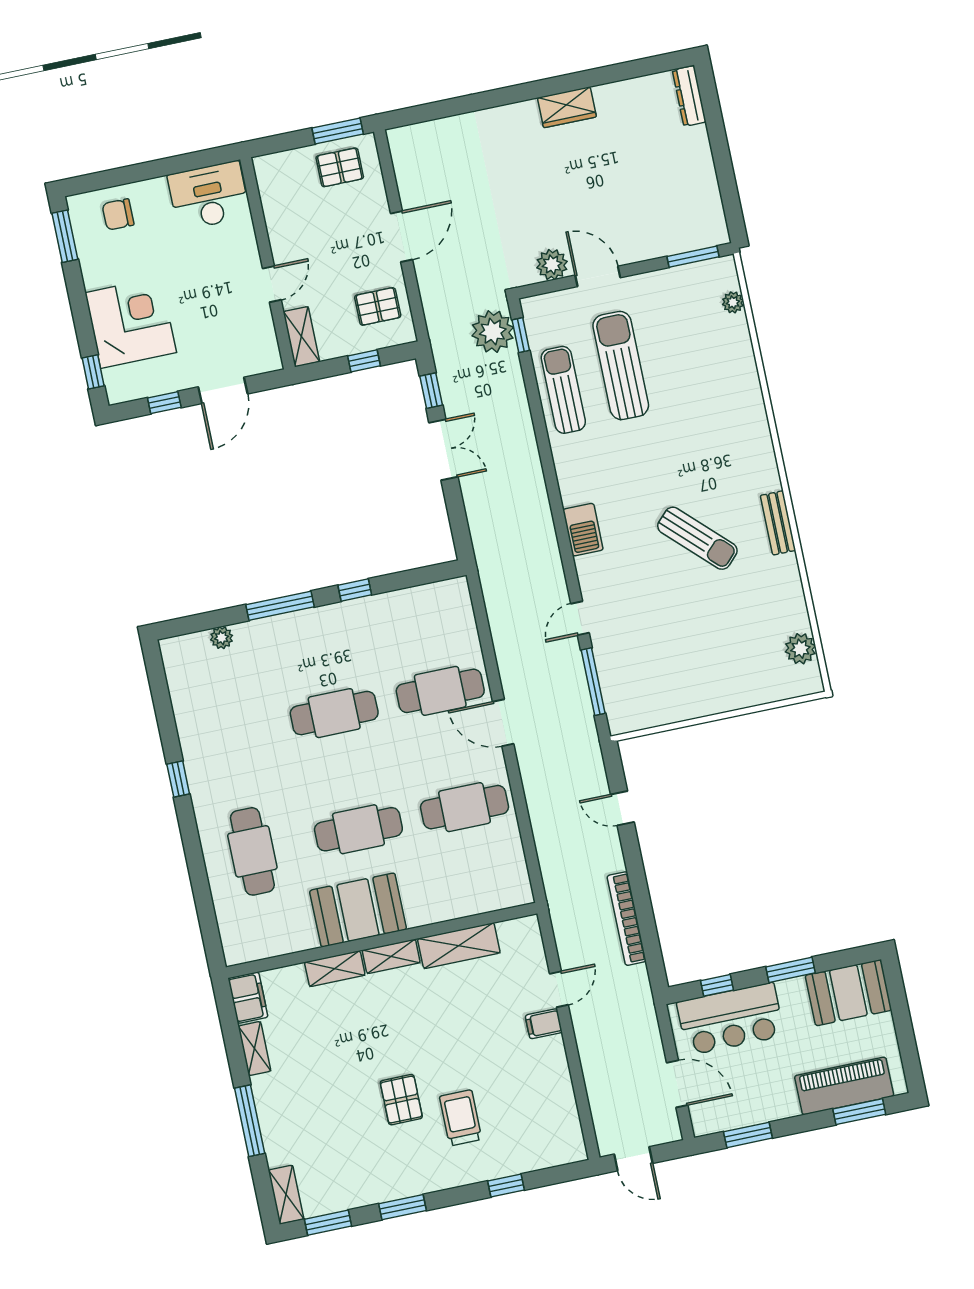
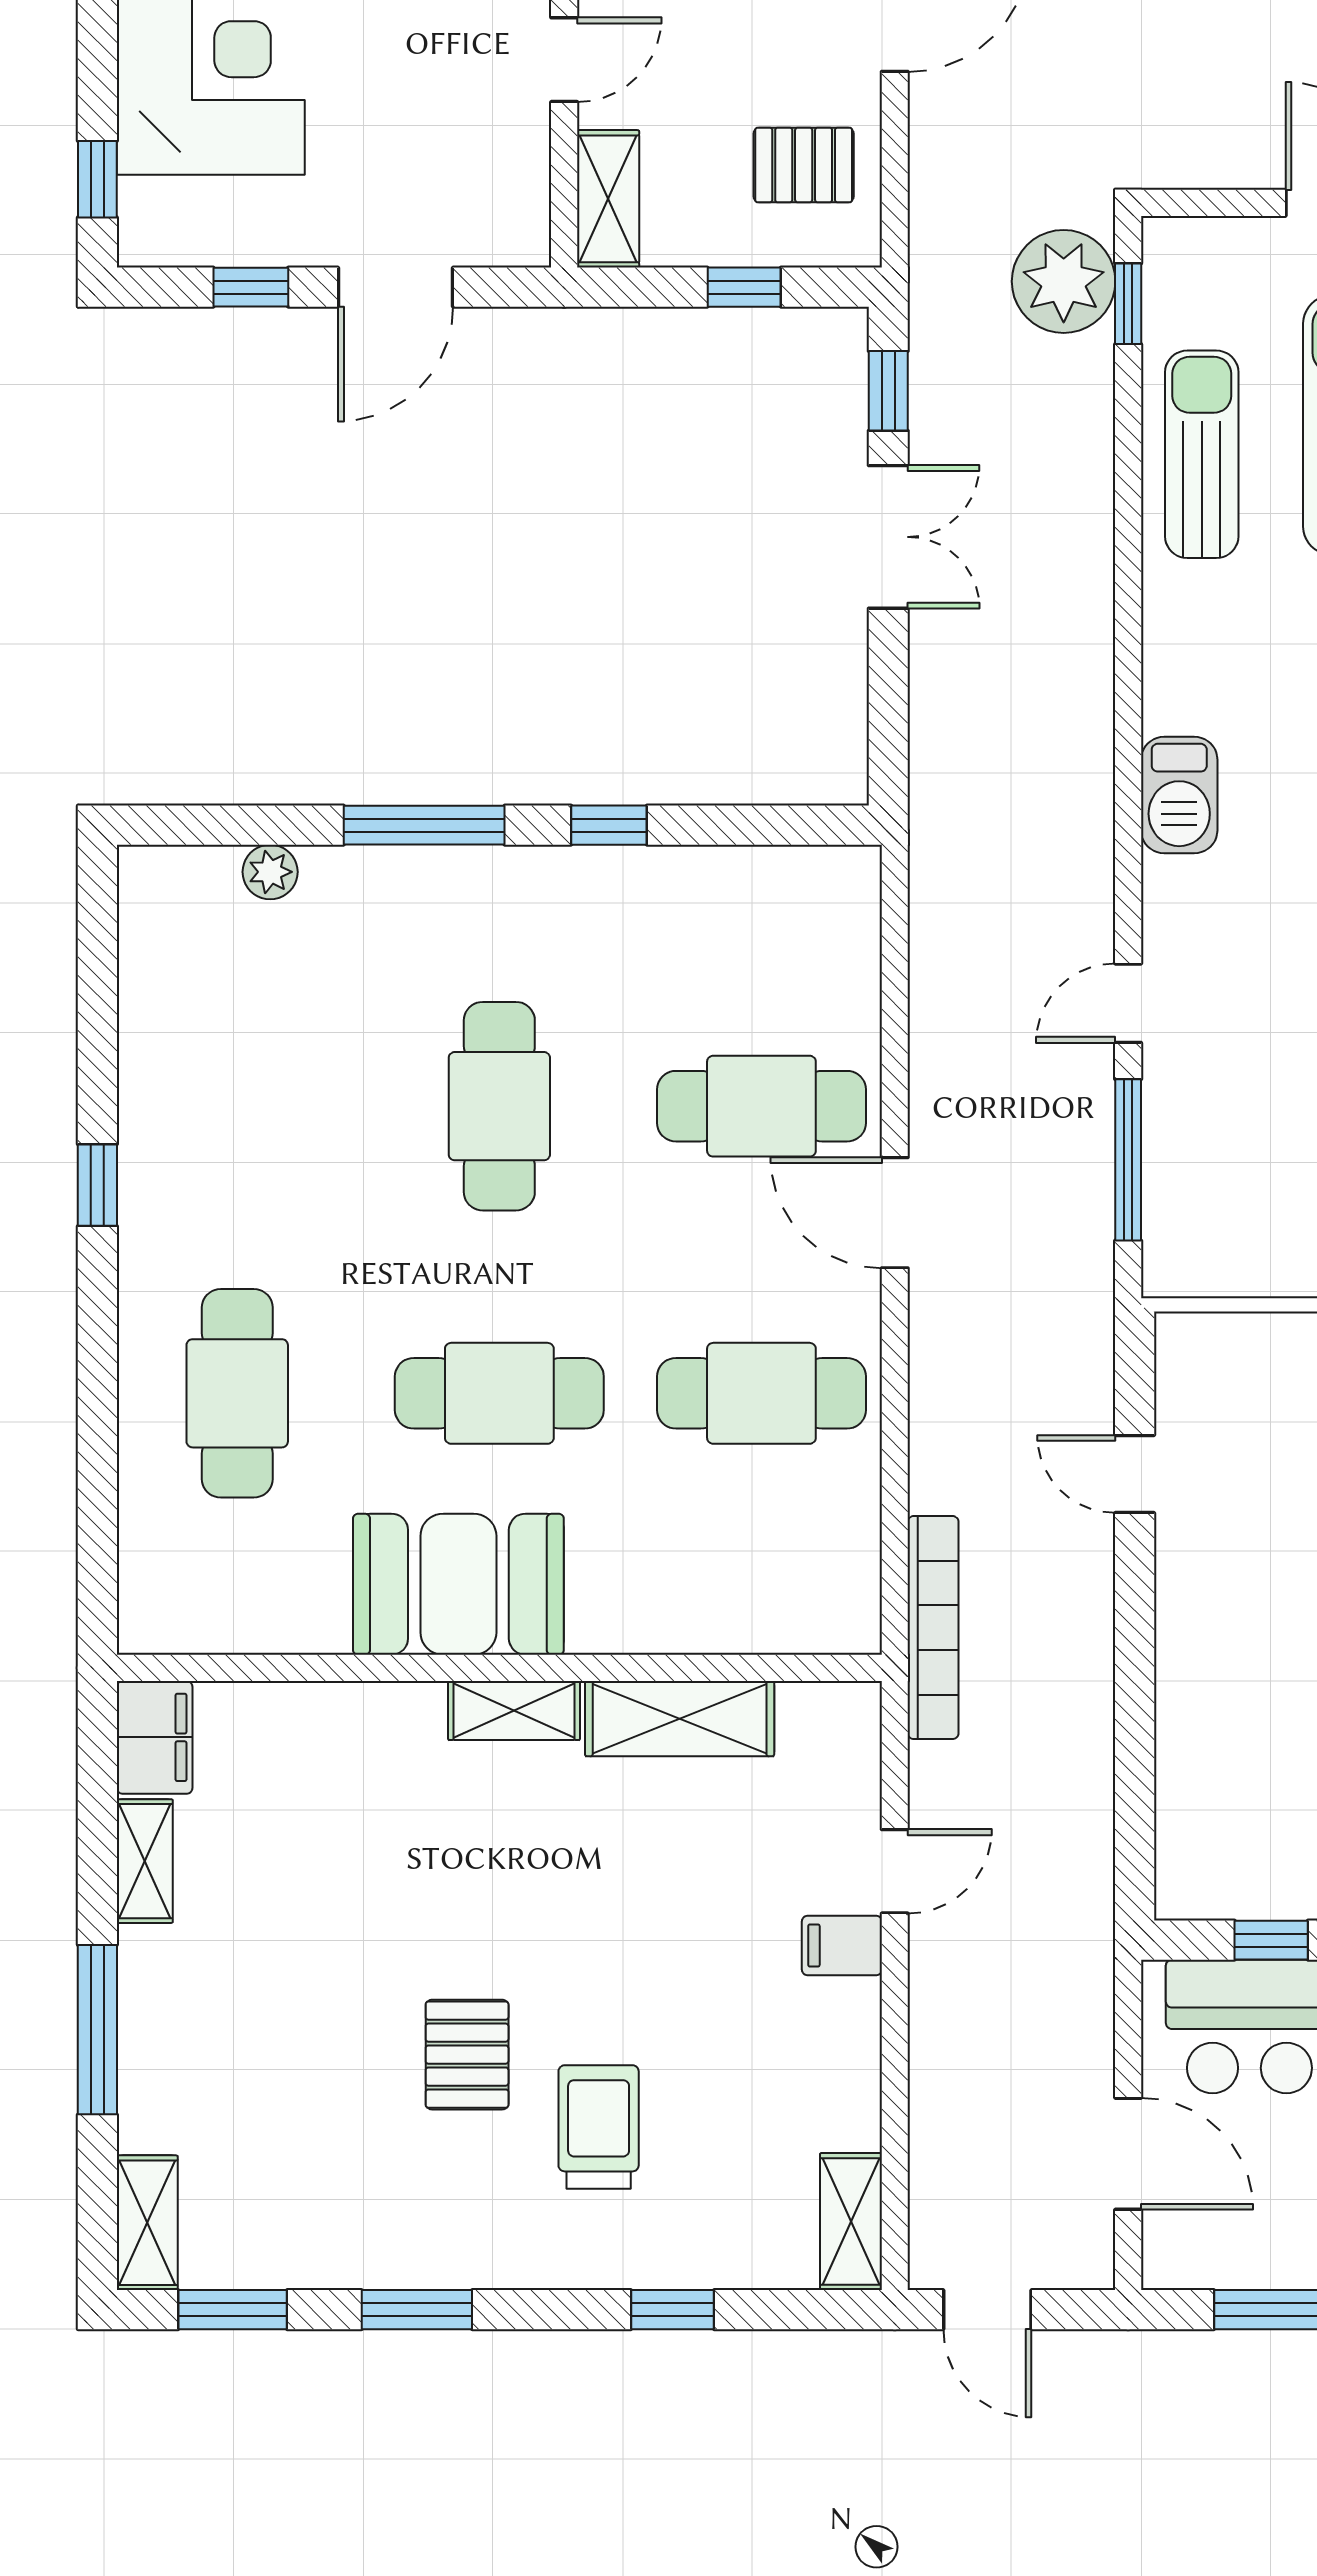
plant: (552, 265) -> (1237, 152), removed
cafe table: (334, 713) -> (499, 1106), turned 90
bookcase: (626, 919) -> (933, 1628), moved, turned 180
shelving: (335, 969) -> (851, 2222), moved, turned 90

